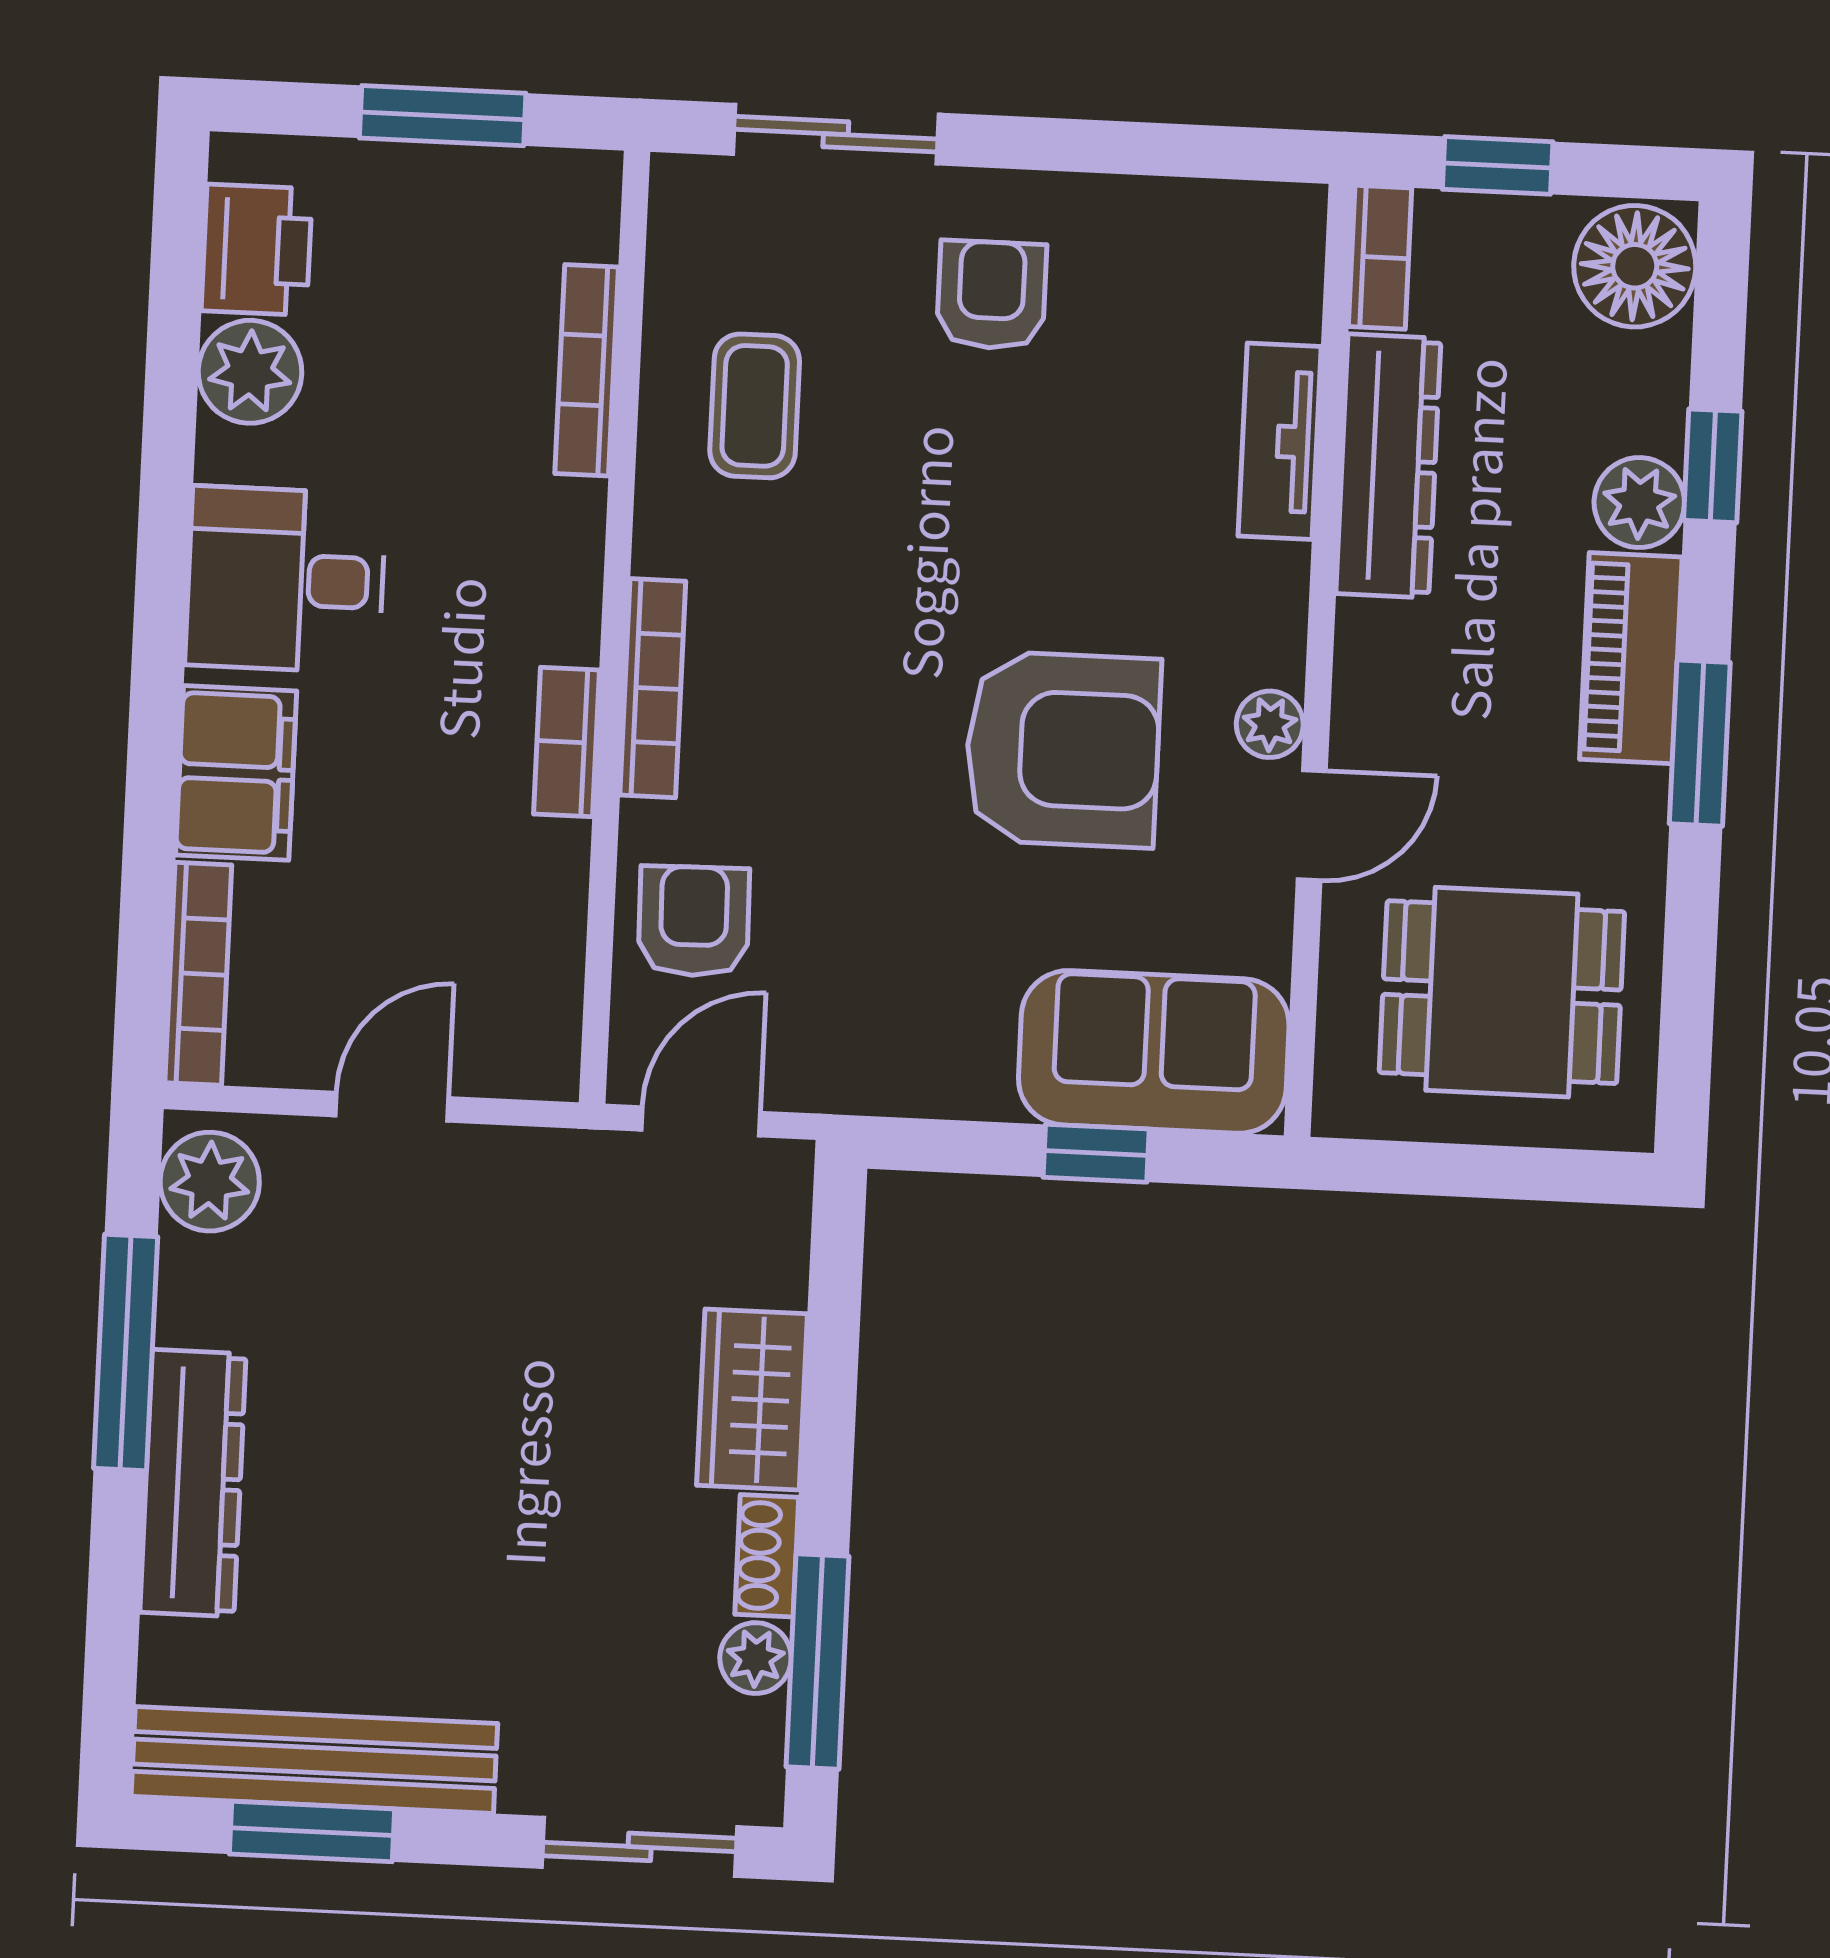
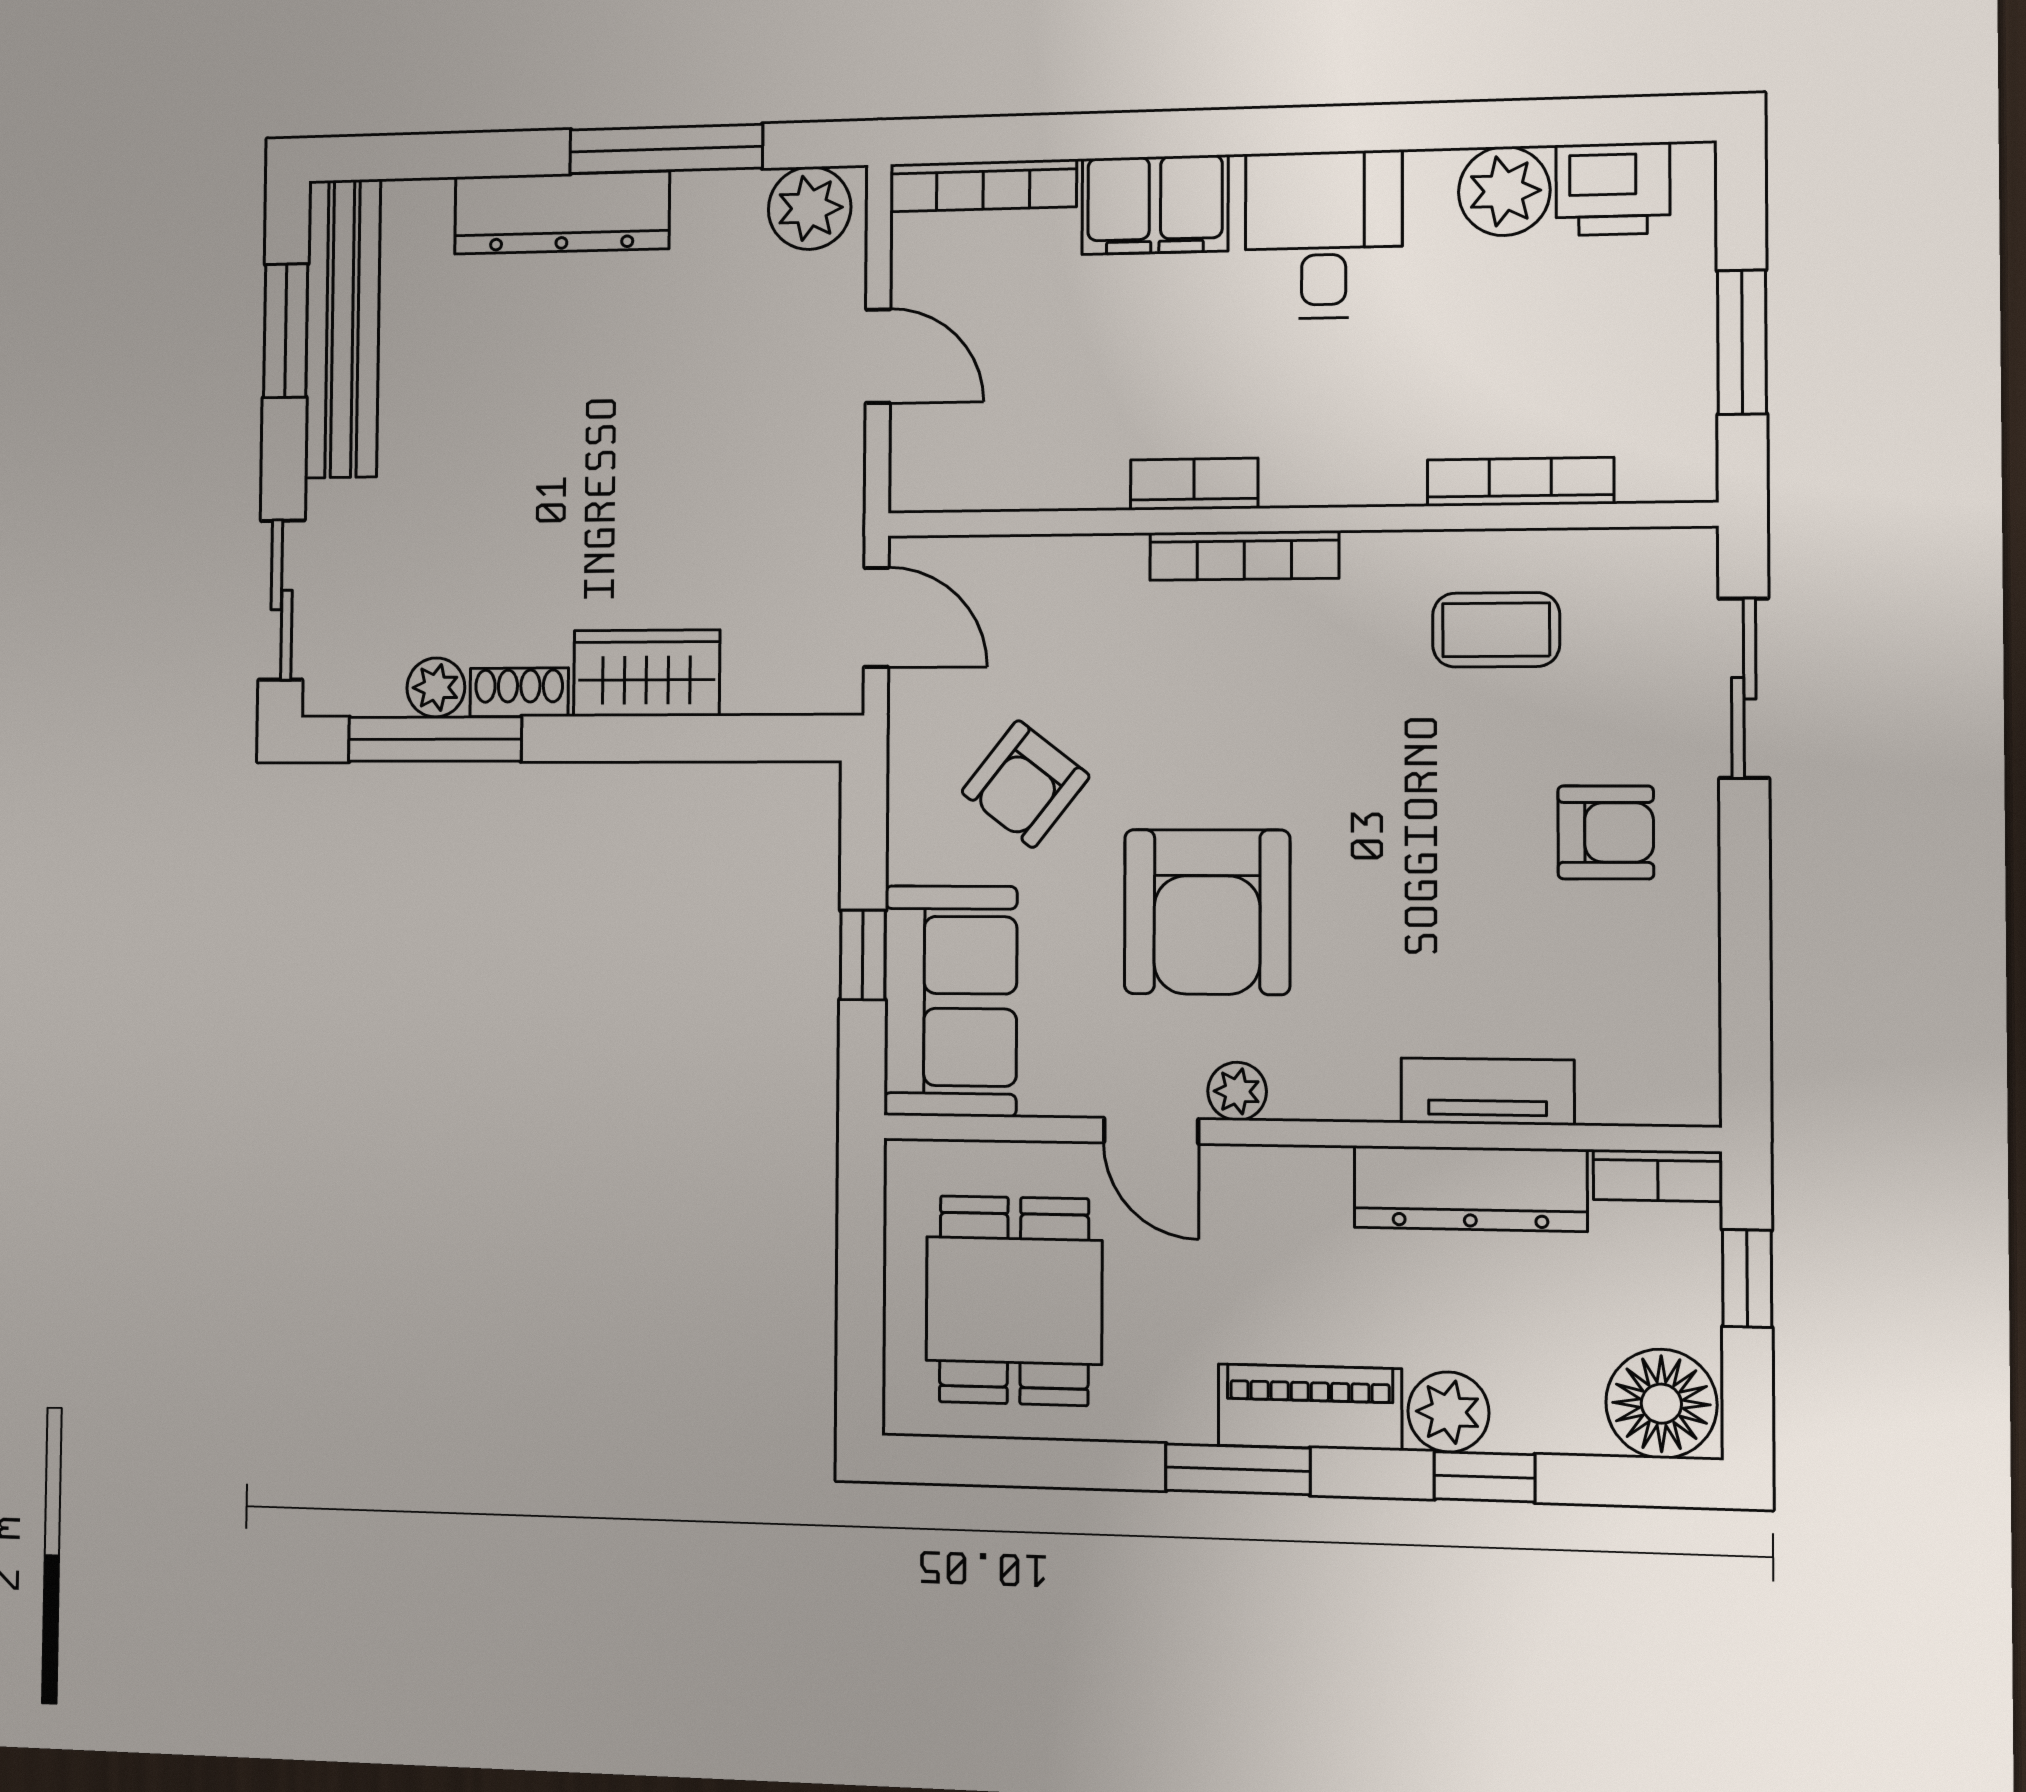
armchair: (694, 921) -> (1025, 784), moved, turned 129

